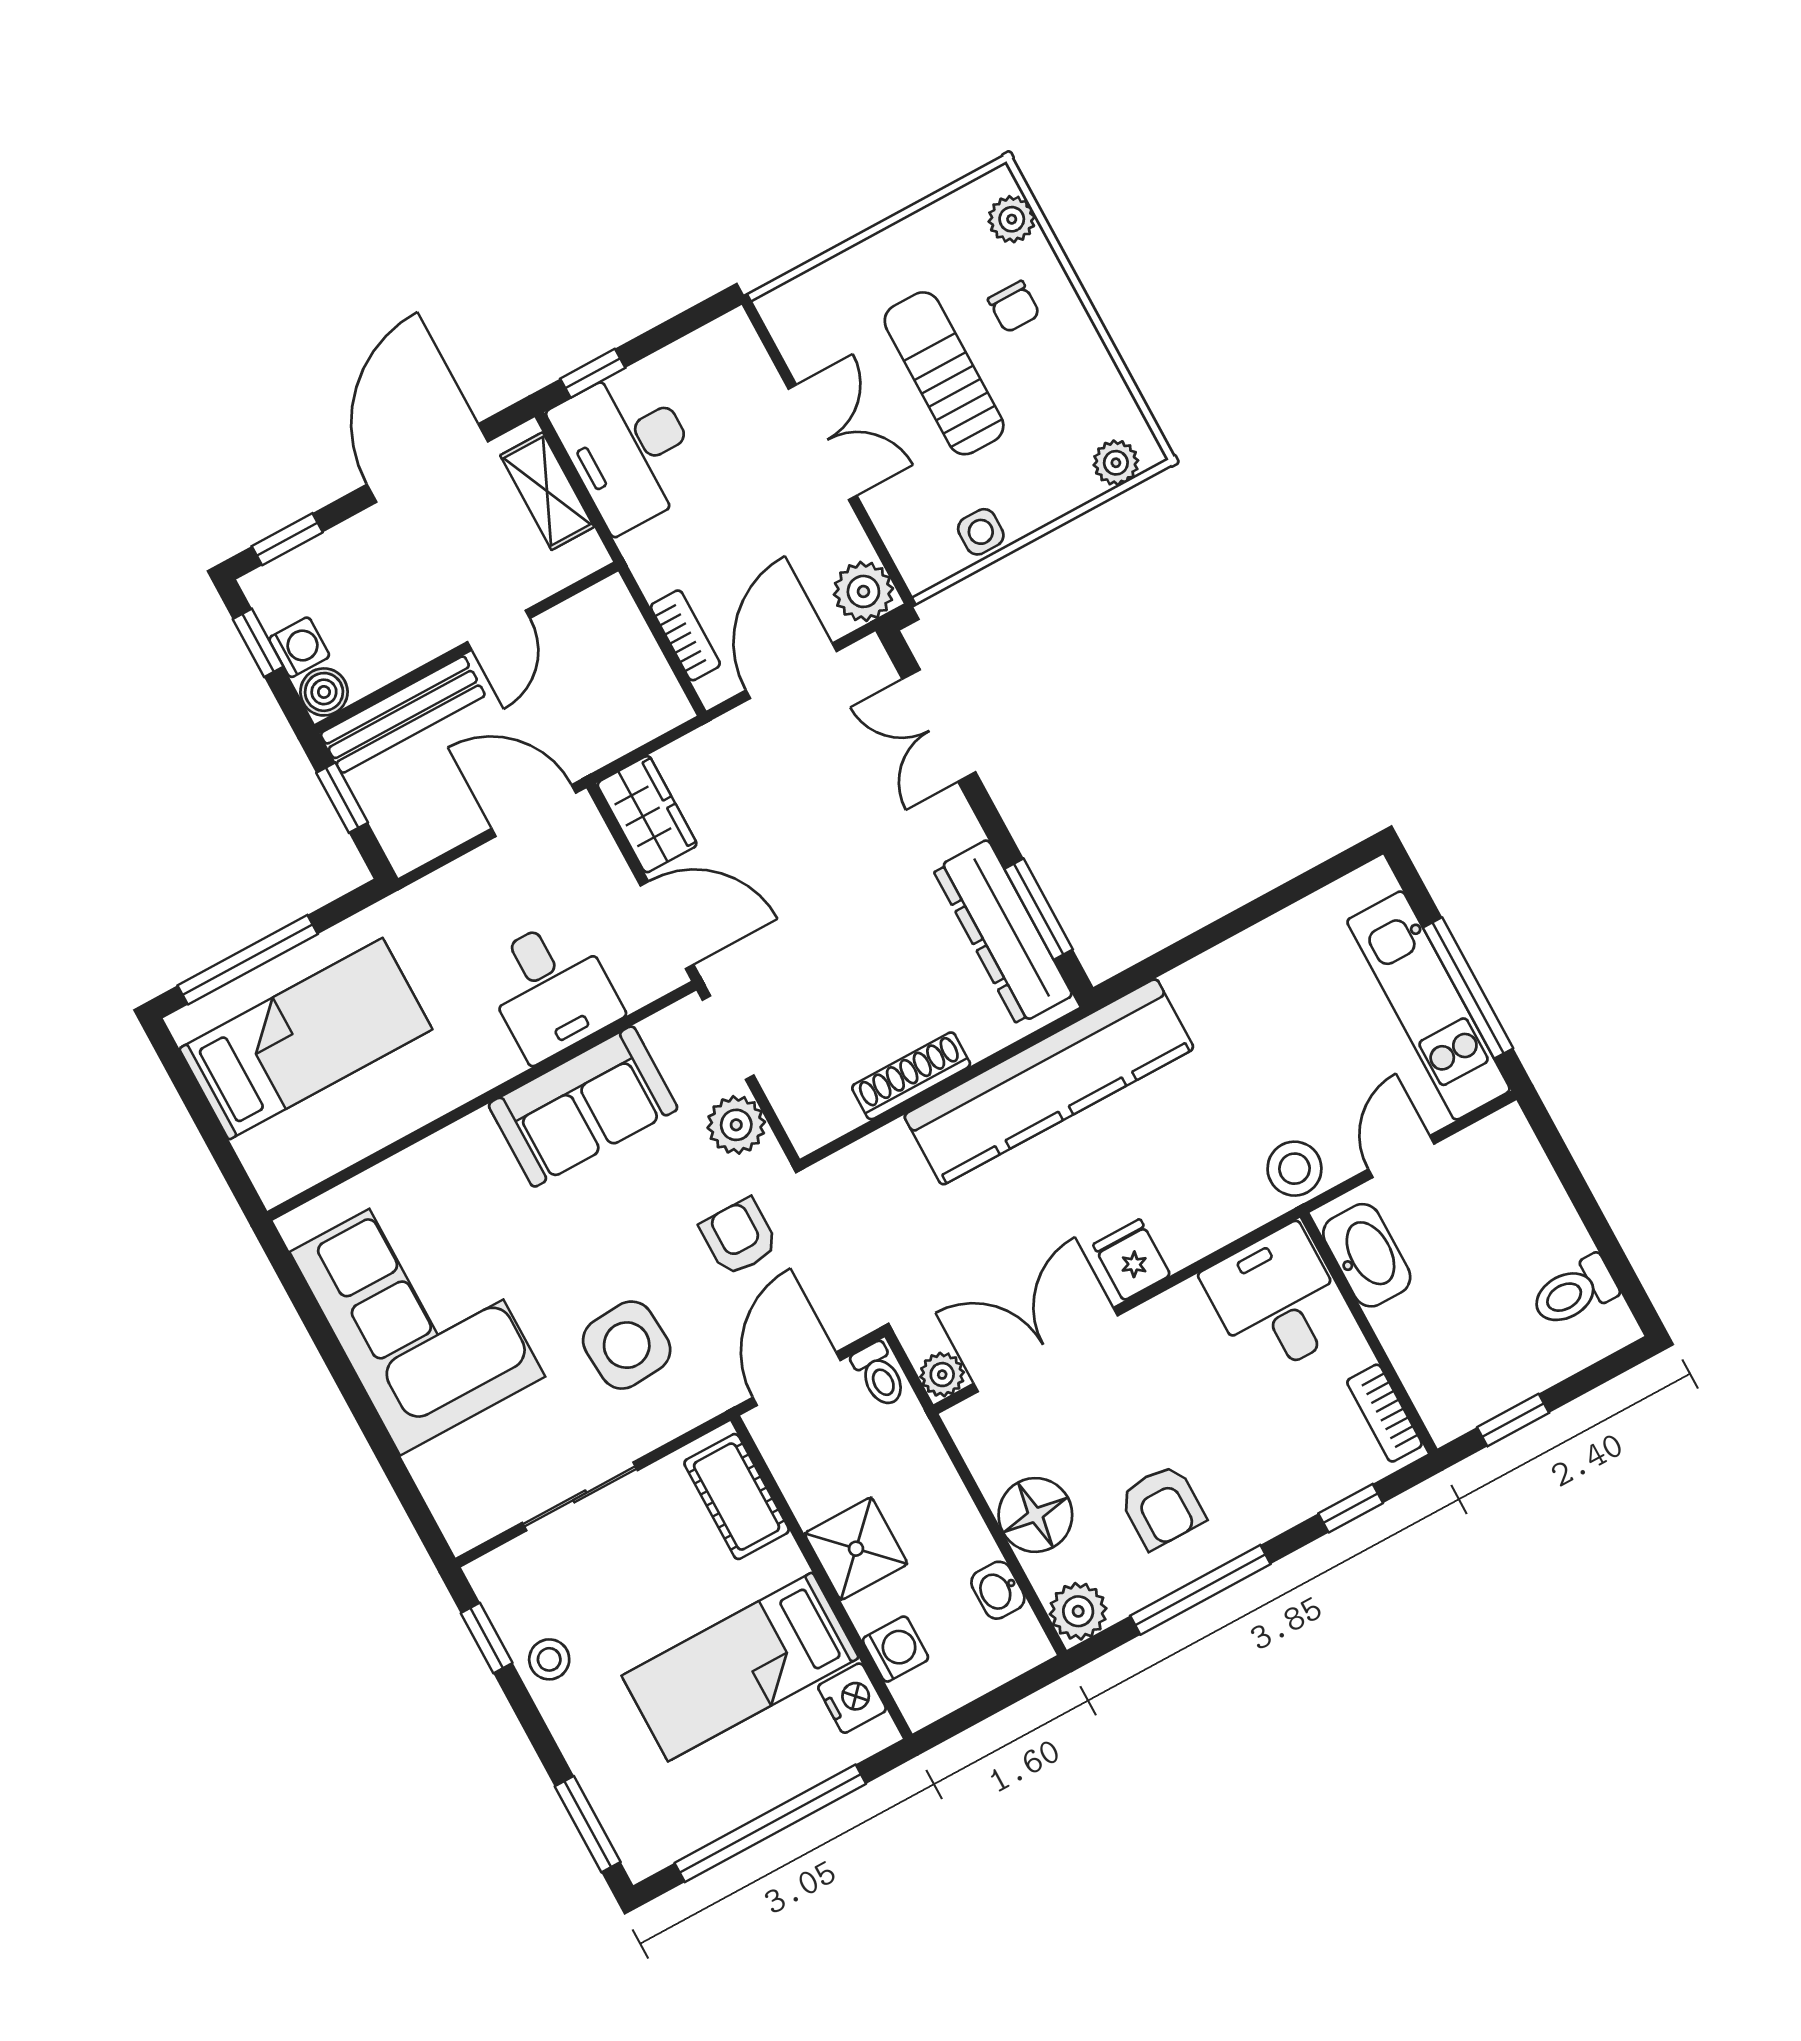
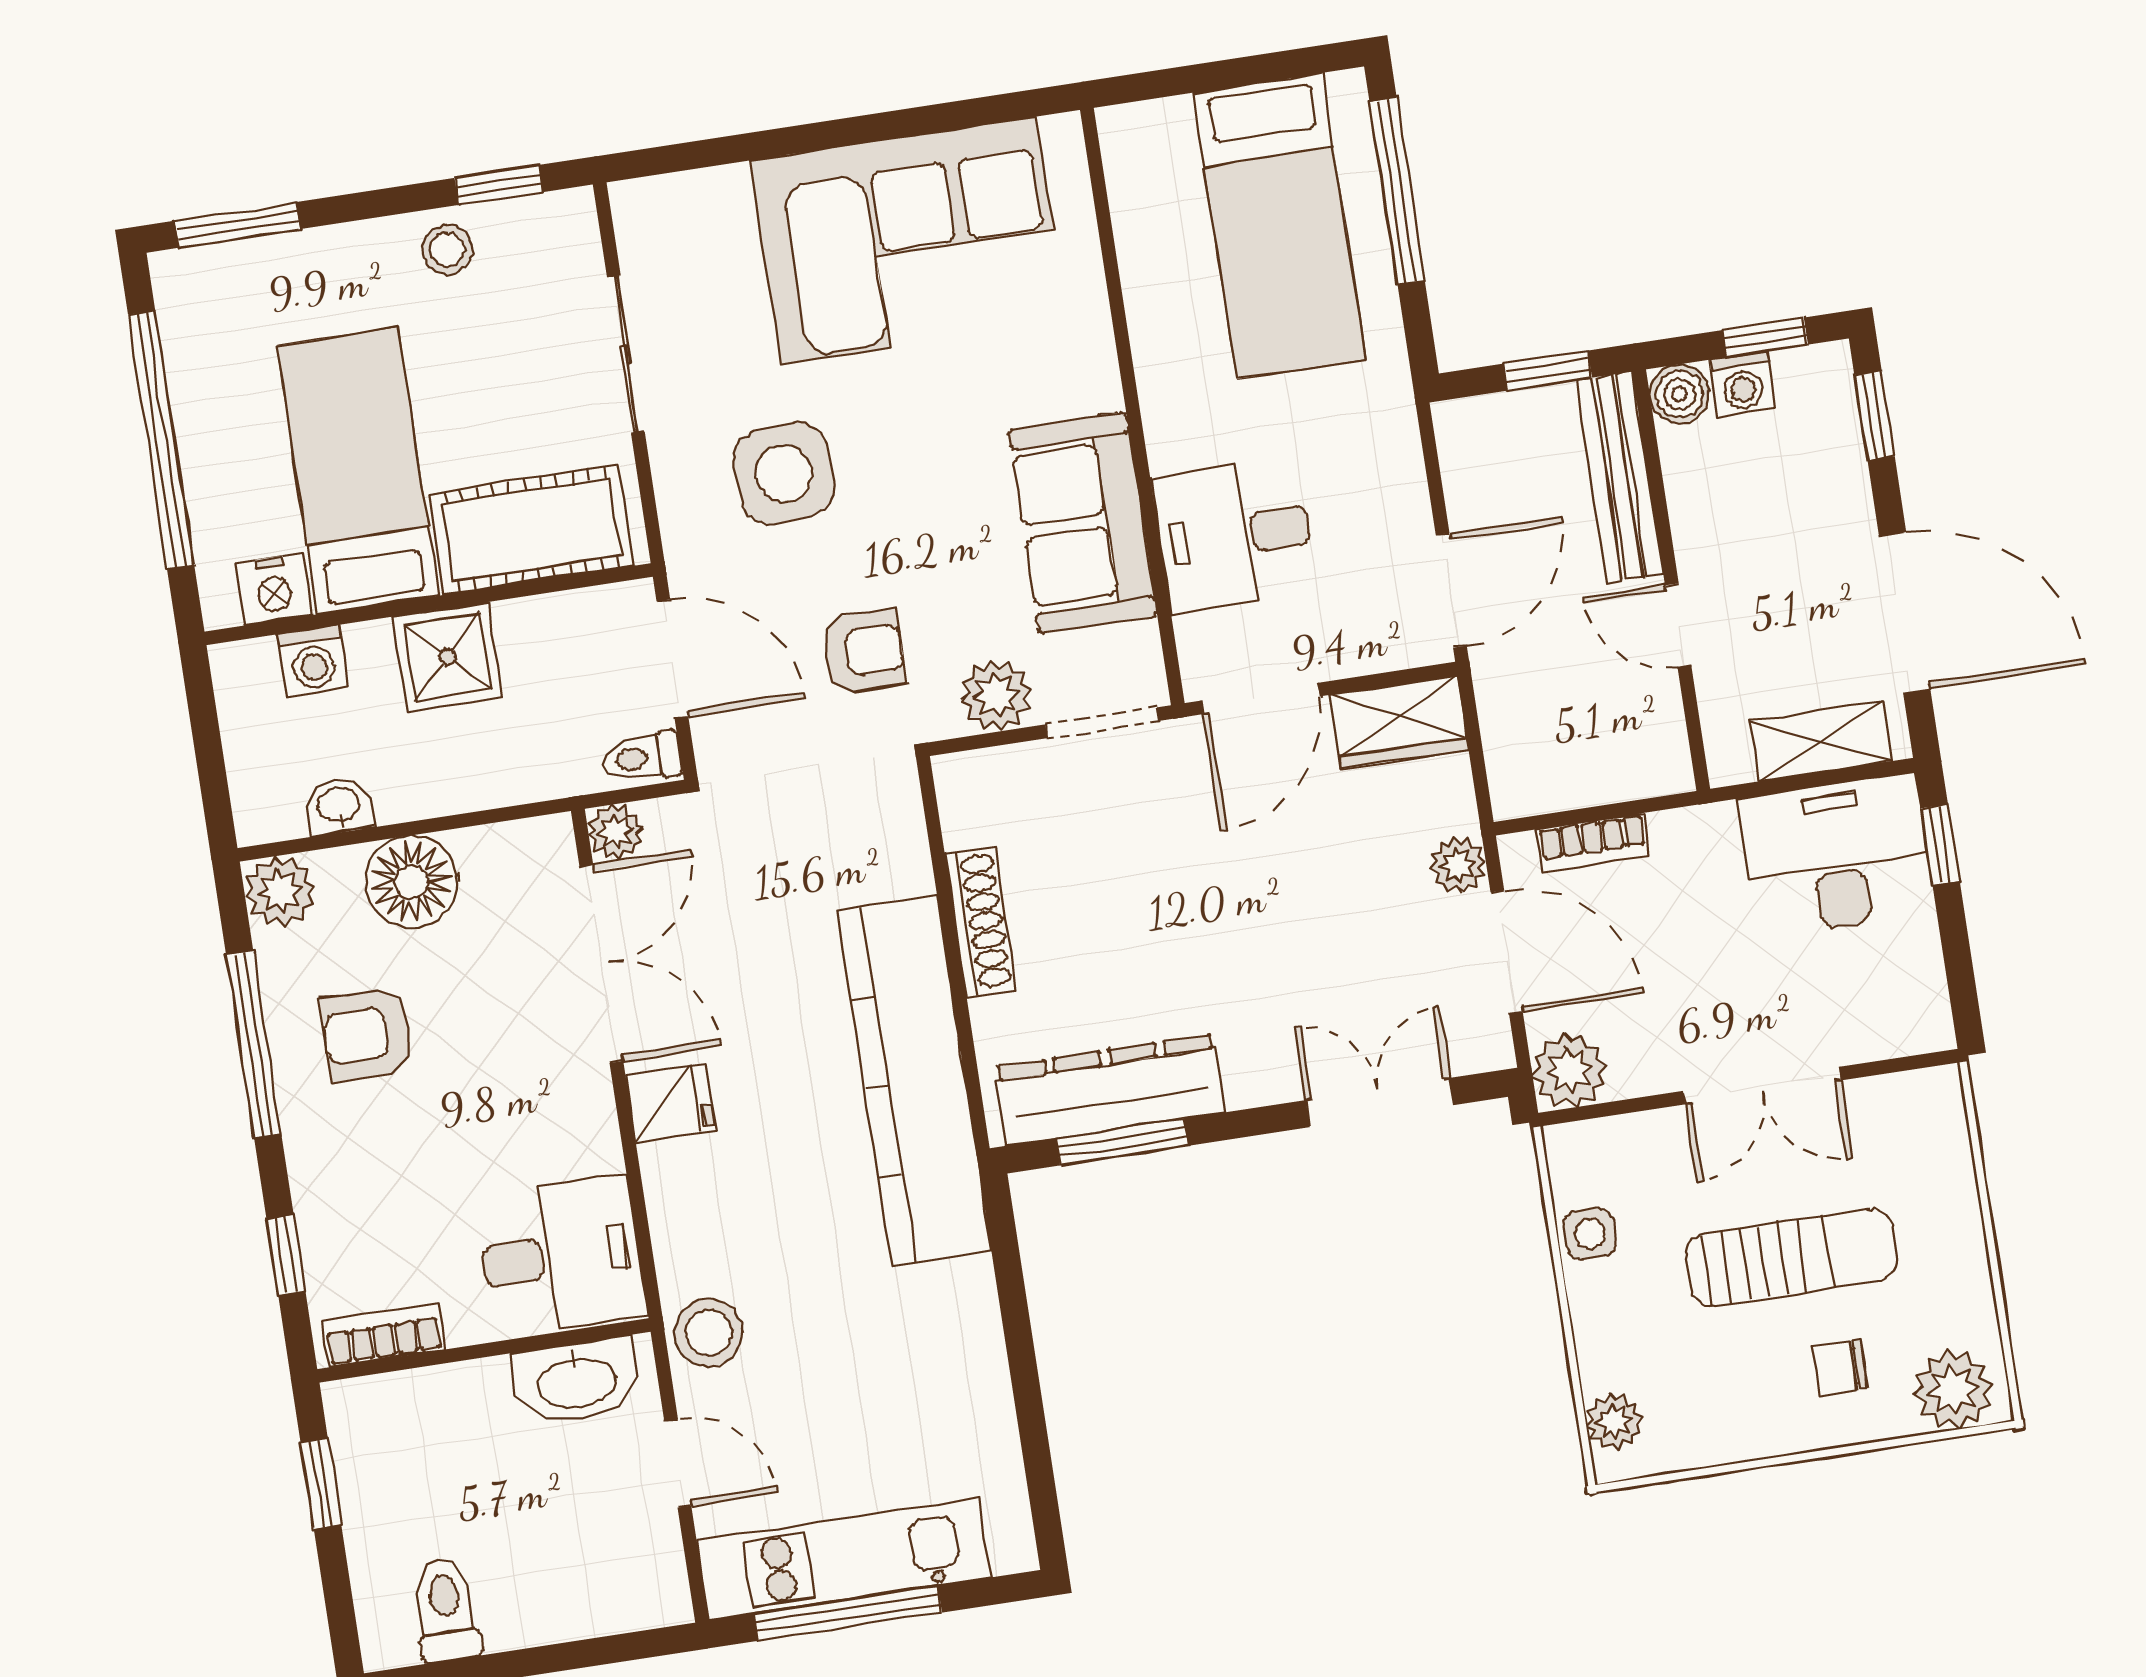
plant: (1012, 219) -> (1953, 1390), width x1.38, depth x1.38
plant: (739, 731) -> (1458, 865), added
cot: (737, 1497) -> (532, 530), width x1.37, depth x1.34

